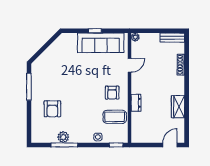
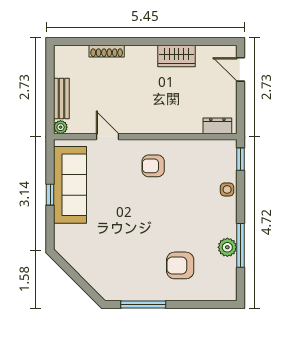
bench: (172, 38) -> (61, 98), moved
armchair: (112, 93) -> (153, 166), turned 180
dresser: (136, 103) -> (217, 126), moved
armchair: (52, 109) -> (180, 265), turned 180
coffee table: (115, 117) -> (193, 161), removed

